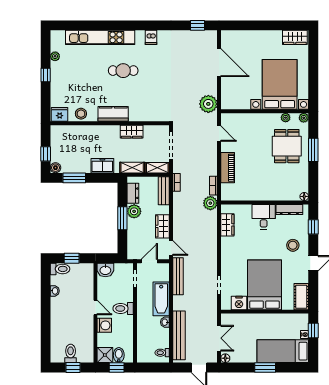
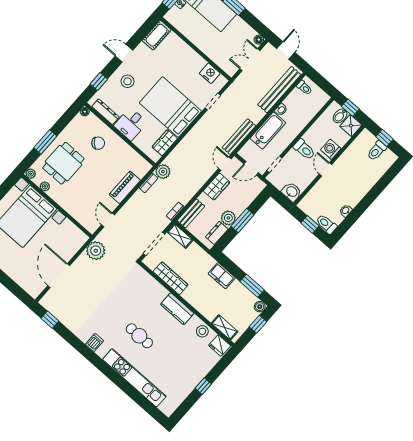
plant: (55, 56) -> (183, 394), removed
wardrobe: (132, 132) -> (171, 278), width x1.50
shelving: (132, 168) -> (225, 327), moved
chair: (275, 182) -> (98, 143), added
bed: (265, 285) -> (170, 107), moved, turned 90

